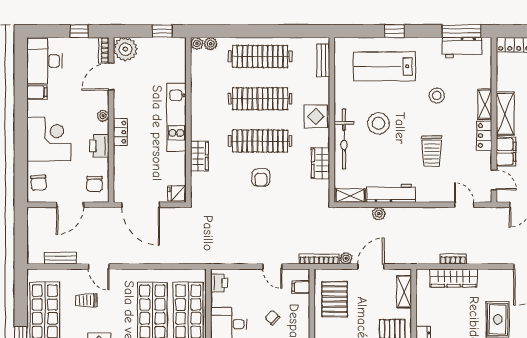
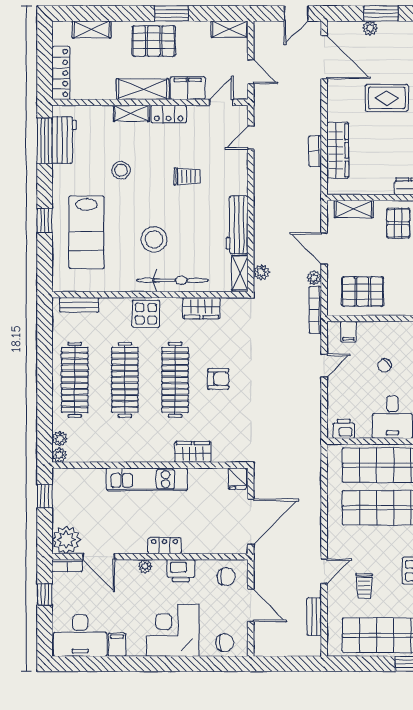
trolley: (432, 151) -> (187, 176), width x0.73, depth x0.72
plant: (379, 214) -> (261, 272), moved

